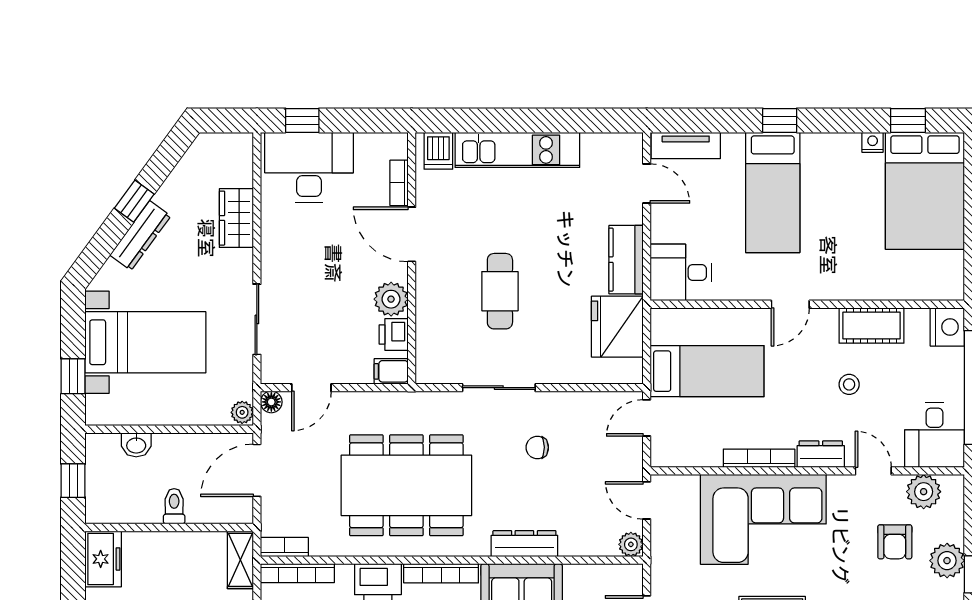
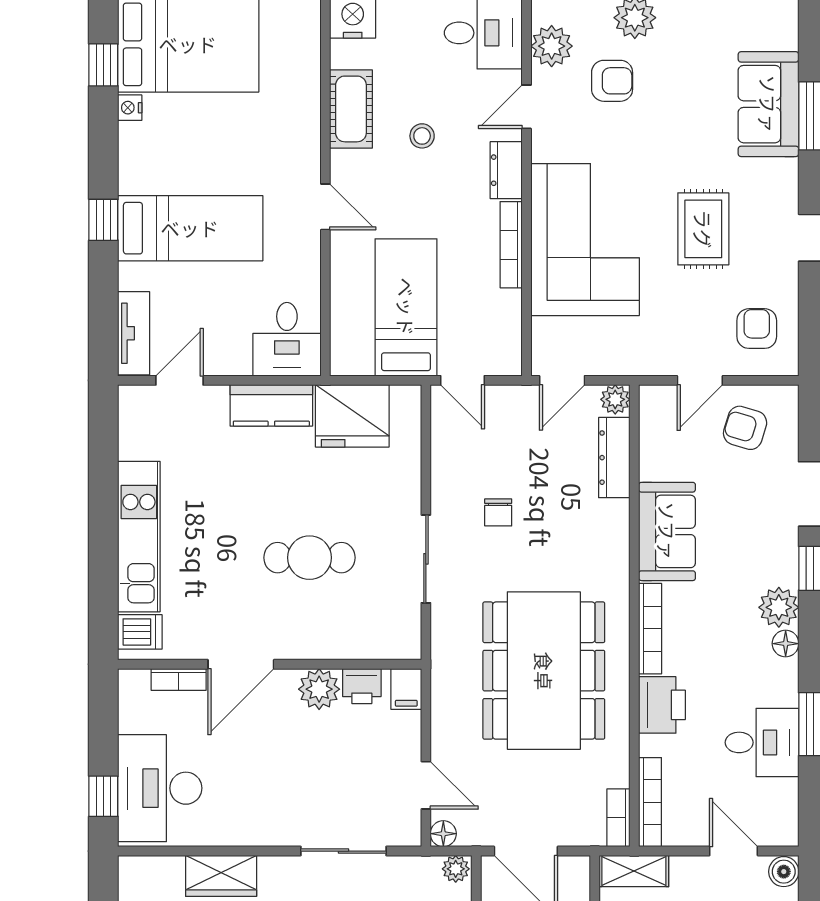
dresser: (524, 544) -> (614, 458), moved

